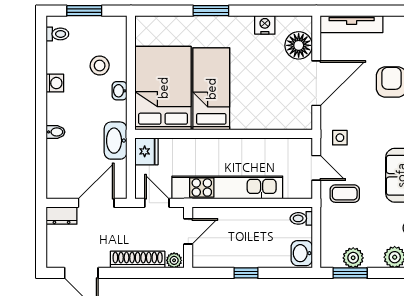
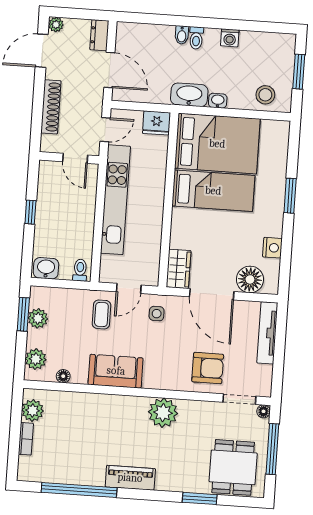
toilet: (57, 34) -> (196, 38), moved
stool: (100, 66) -> (265, 95), moved
wardrobe: (293, 119) -> (179, 269), added
washbasin: (116, 141) -> (189, 95), moved
plant: (174, 260) -> (56, 25), moved

